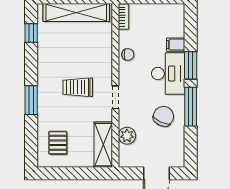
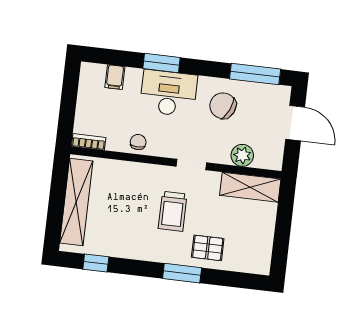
filing cabinet: (176, 45) -> (115, 77), moved
window: (191, 107) -> (255, 74), moved
pallet: (58, 143) -> (208, 248), moved

